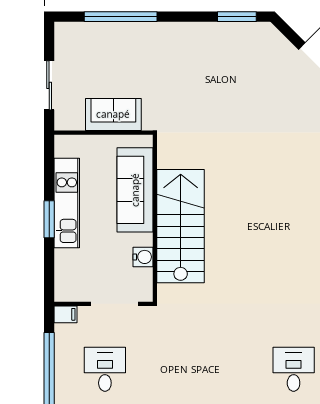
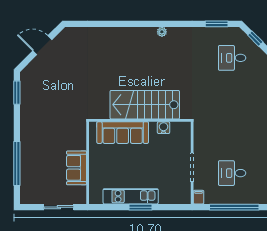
sofa: (135, 190) -> (123, 133), moved
wall: (155, 218) -> (140, 120), moved
stairs: (181, 226) -> (145, 105), moved
water cooler: (143, 257) -> (164, 128), moved

